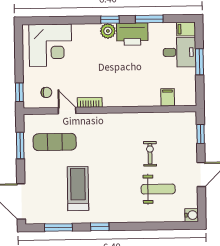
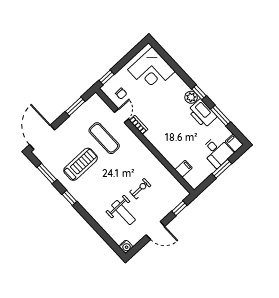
exercise mat: (55, 142) -> (104, 138), moved

